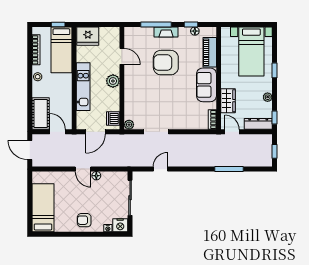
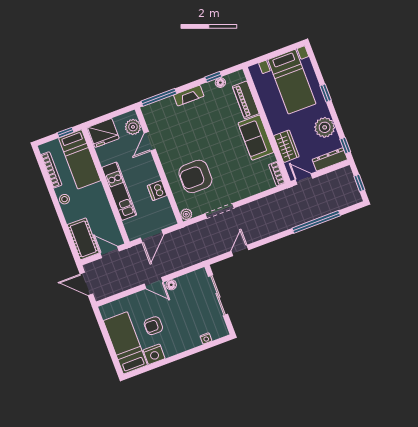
window: (156, 25) -> (159, 97), moved
door: (122, 56) -> (150, 141), swing flipped
armchair: (166, 63) -> (195, 176), moved
plant: (113, 81) -> (133, 127), moved
plant: (268, 97) -> (325, 127), width x1.88, depth x1.88
dishwasher: (113, 118) -> (157, 191), moved
window: (229, 169) -> (316, 222), width x1.46
armchair: (84, 220) -> (153, 326), moved
nightstand: (120, 225) -> (154, 354), moved

